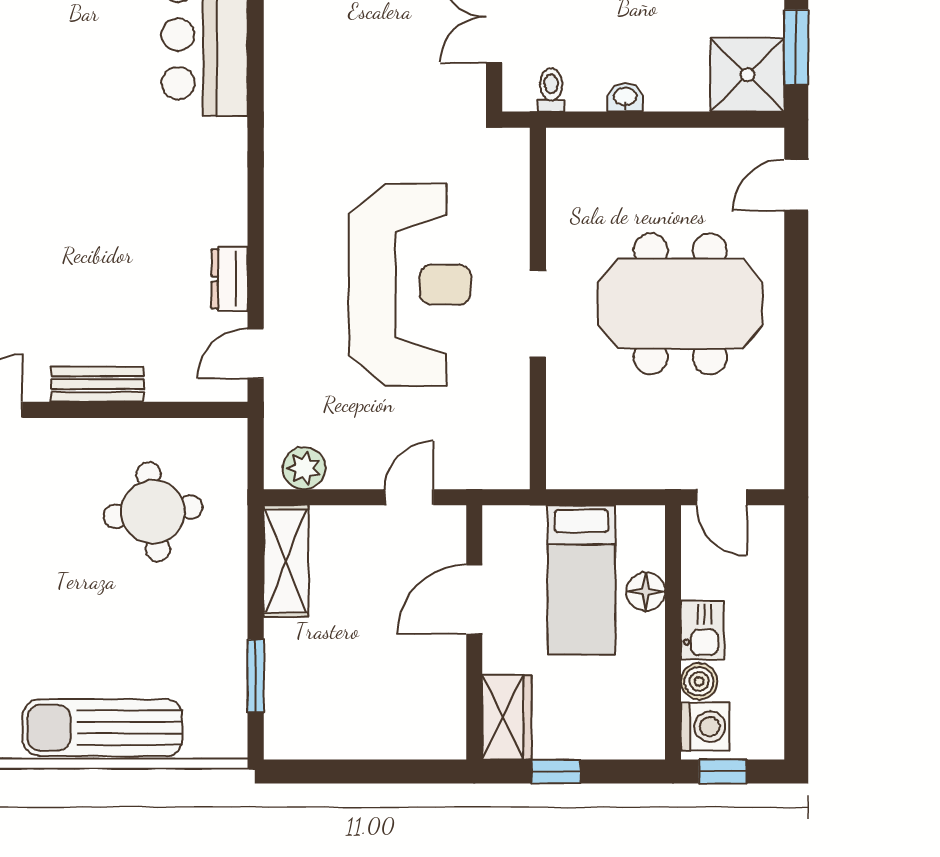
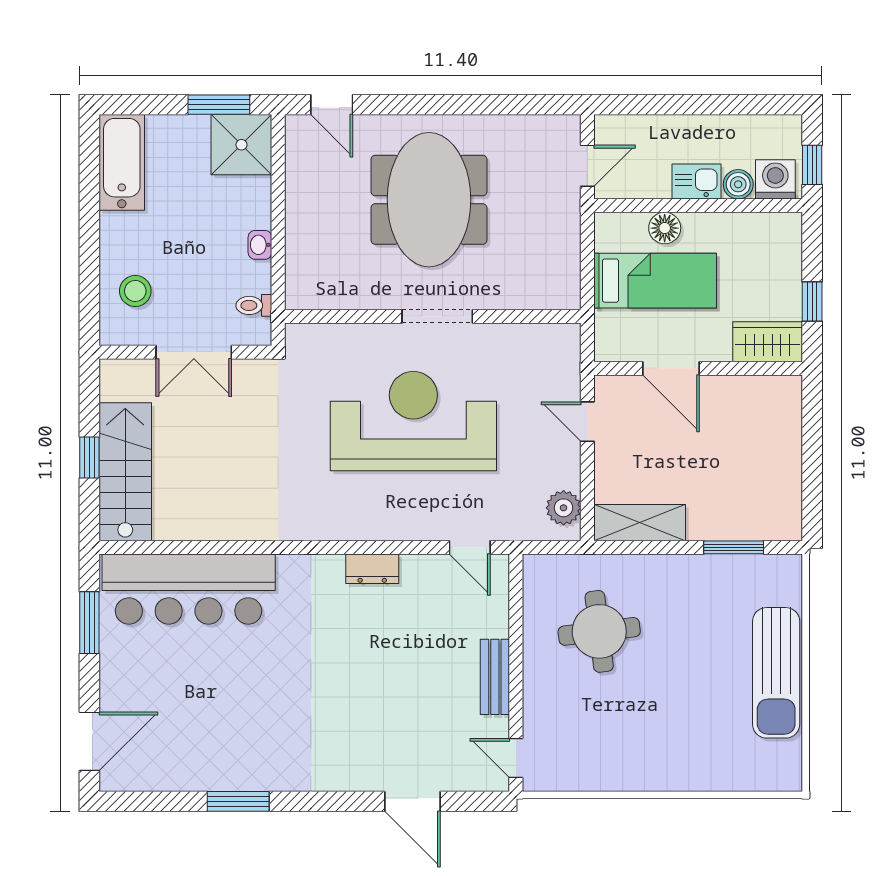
dresser: (230, 279) -> (372, 569), moved

